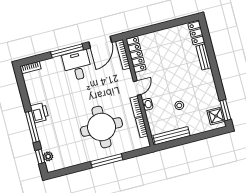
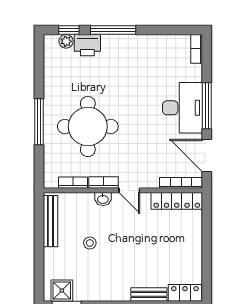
desk: (77, 66) -> (183, 108), width x1.37
printer: (39, 113) -> (87, 45), moved

